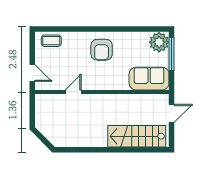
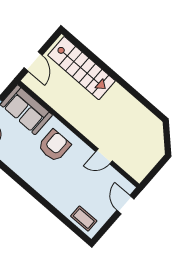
armchair: (102, 50) -> (54, 146), moved
door: (172, 113) -> (33, 62), swing flipped

